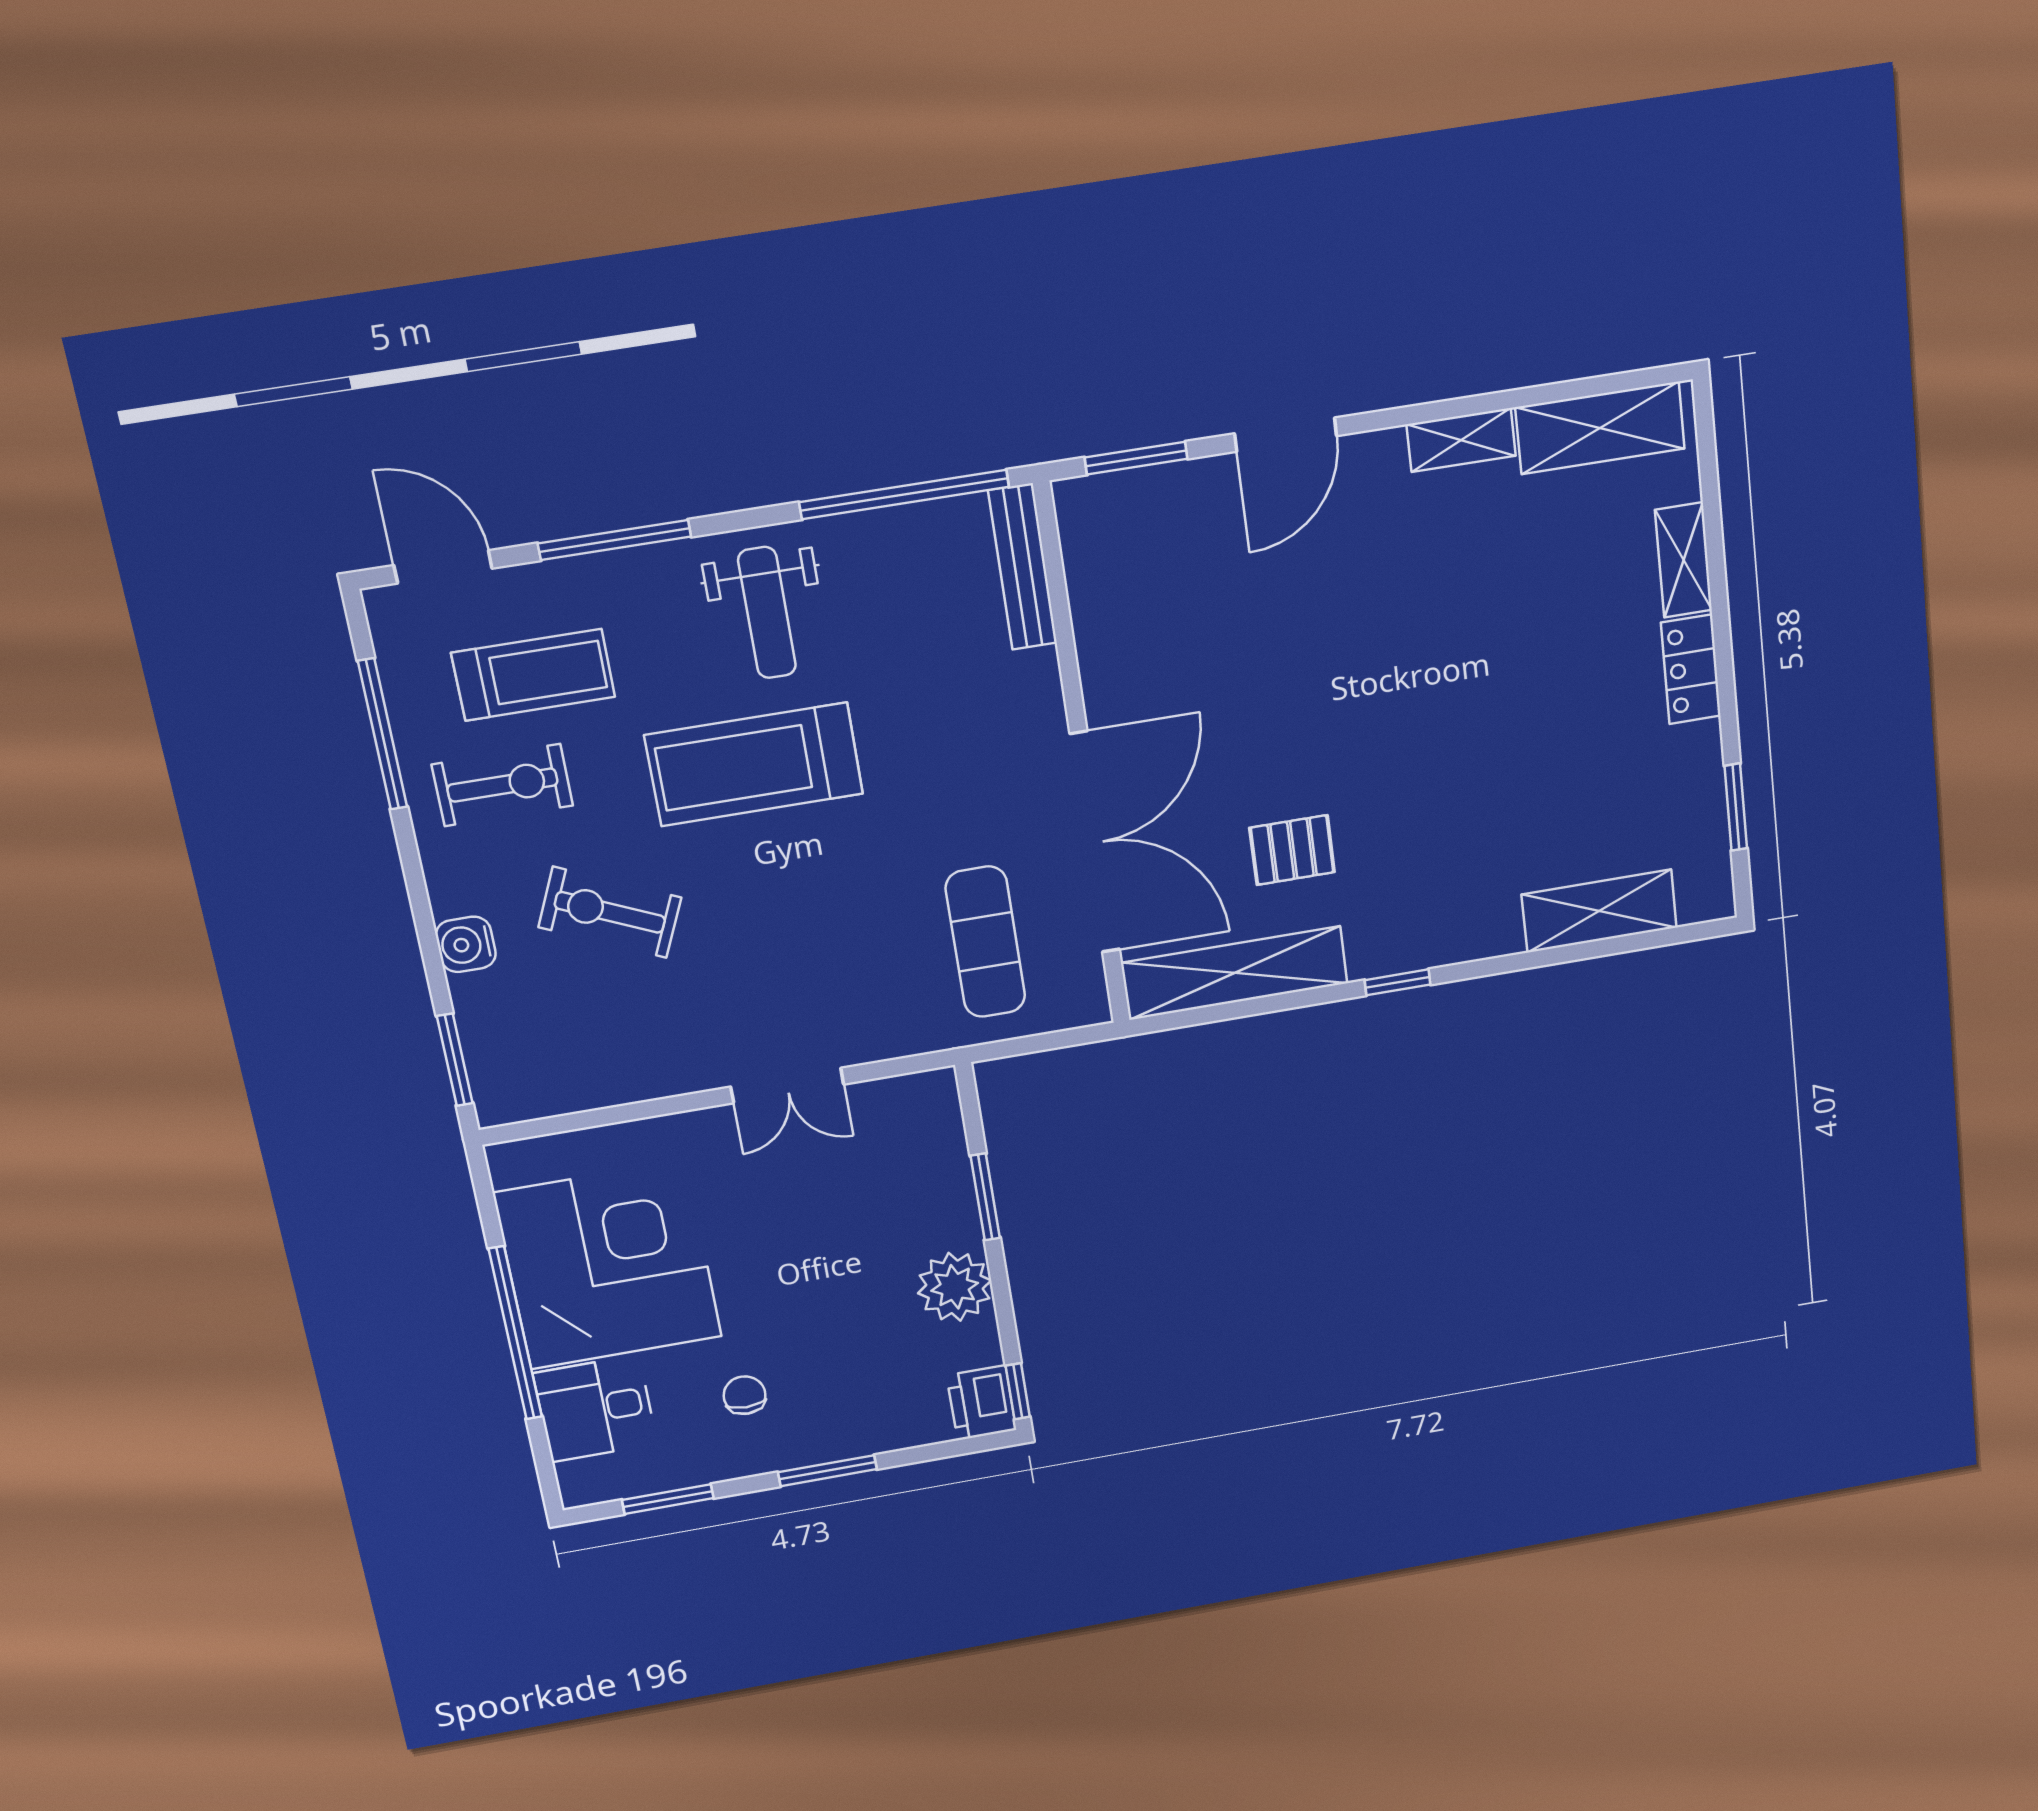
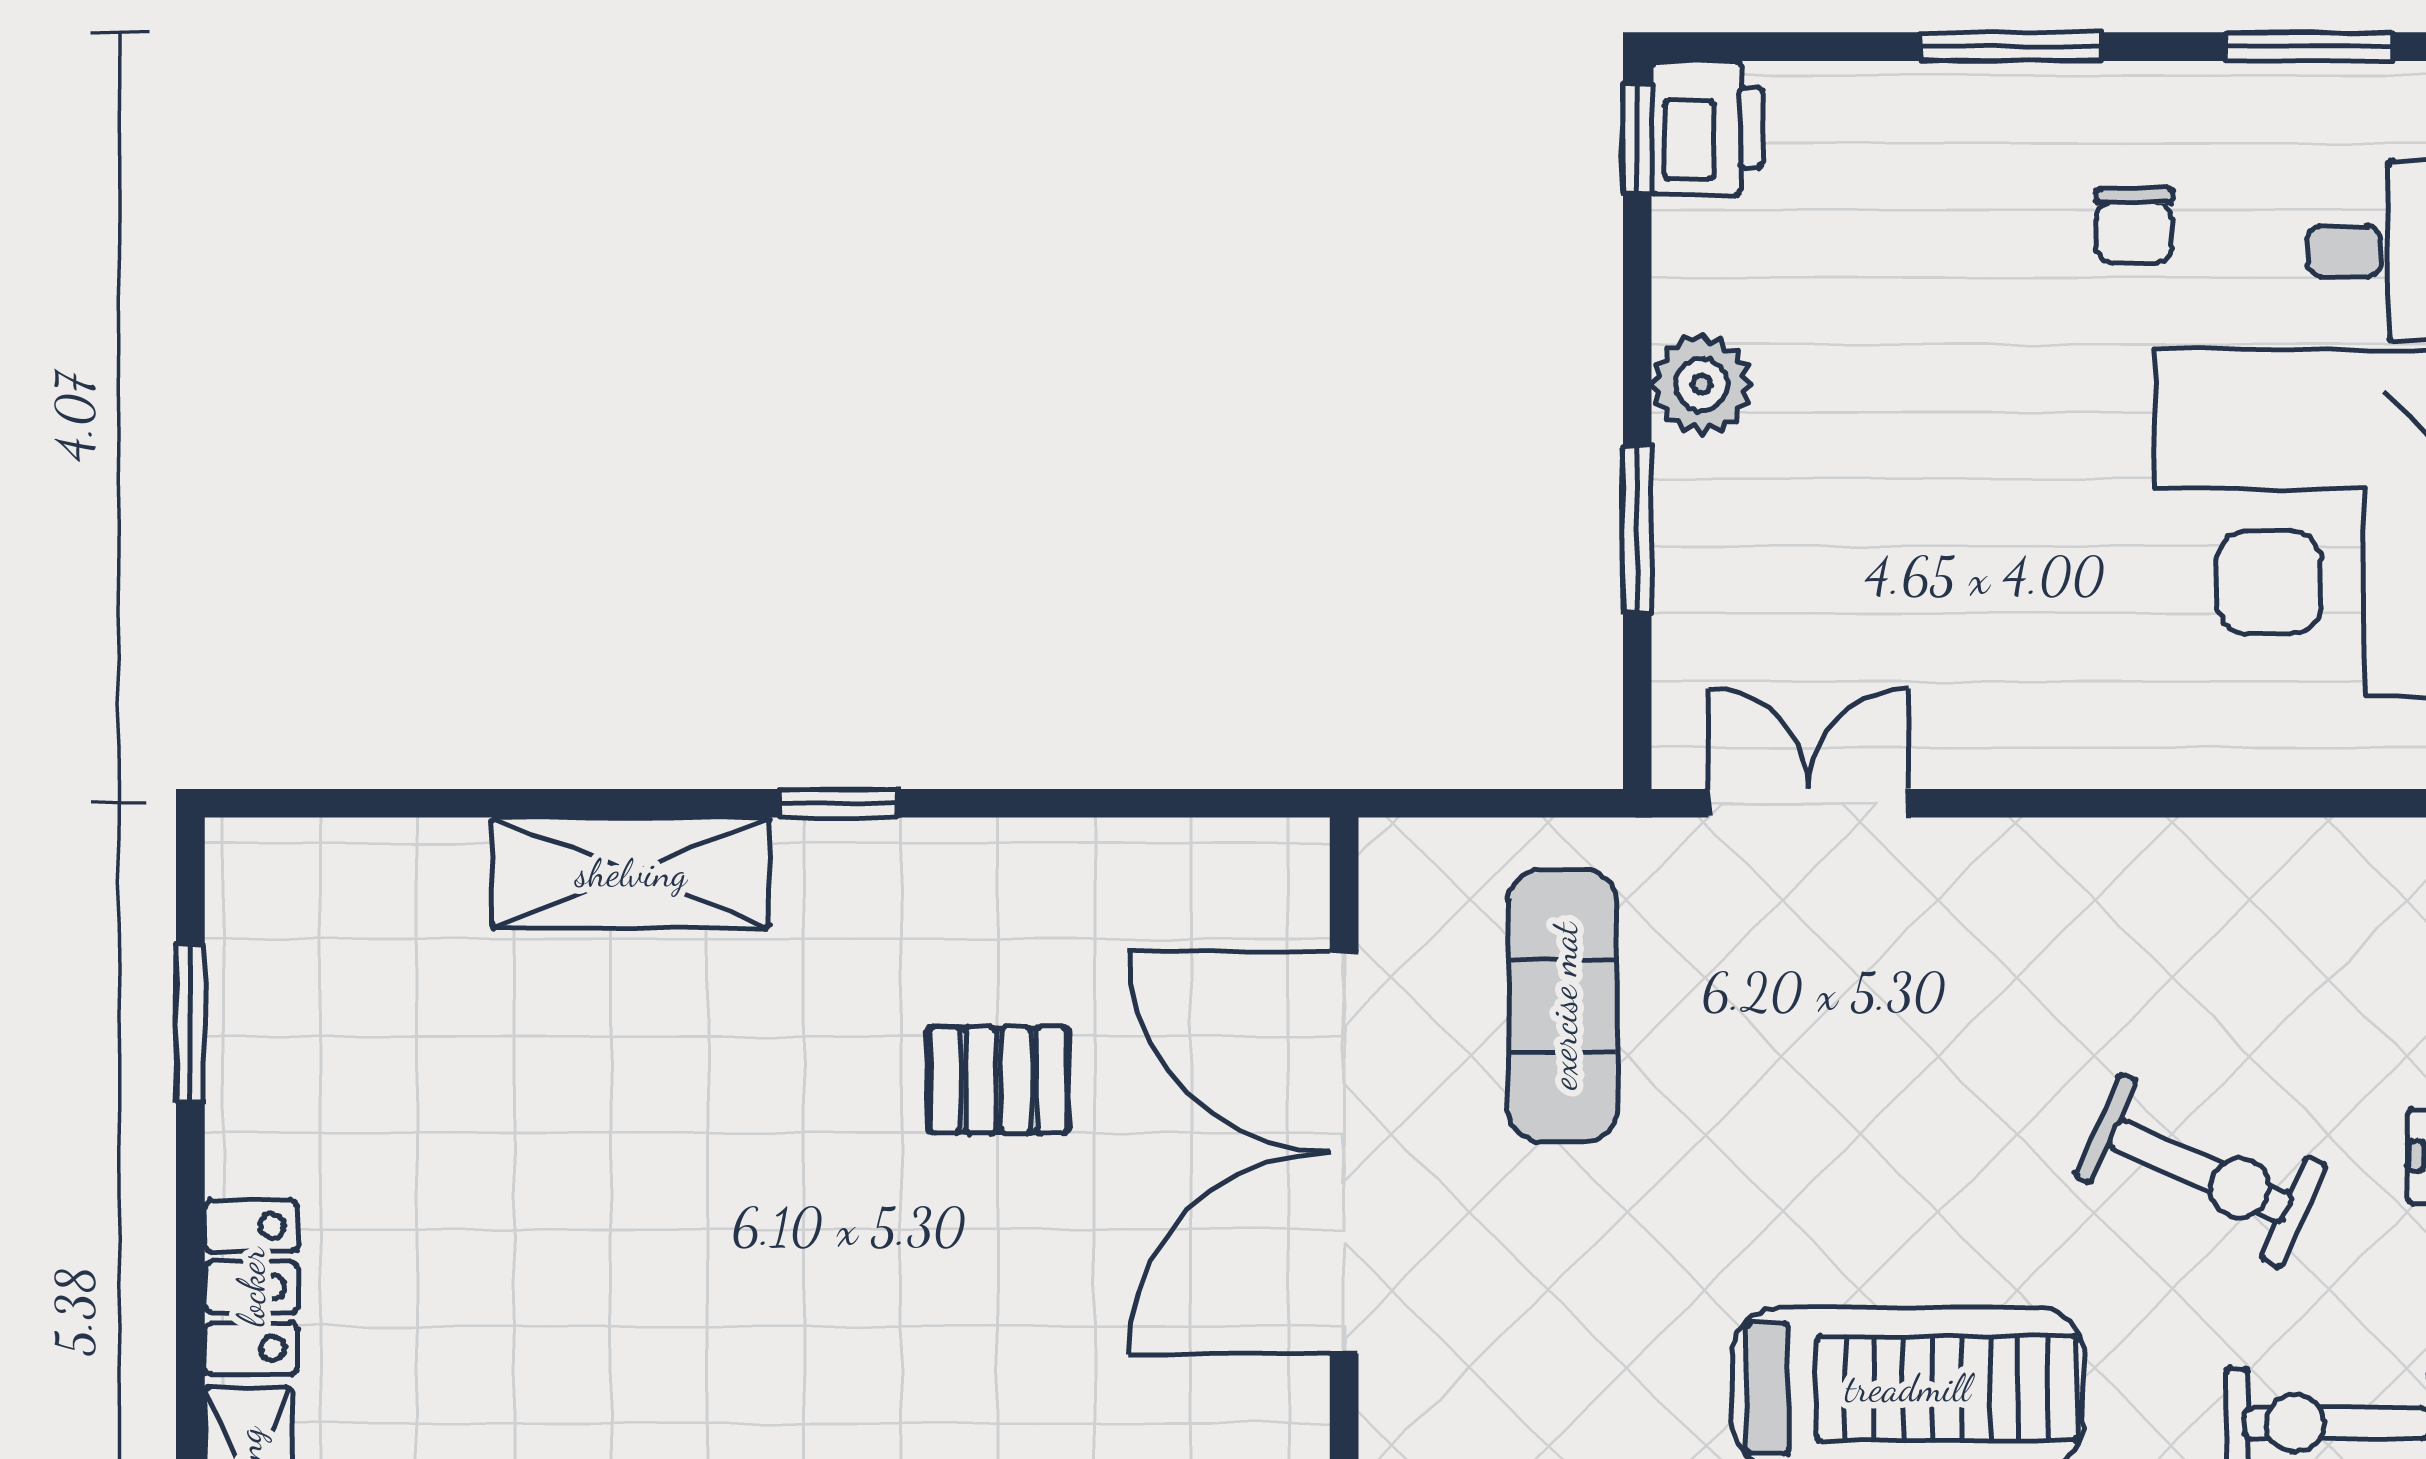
shelving: (1599, 911) -> (631, 873), moved
shelving: (1235, 973) -> (1130, 872), removed
double door: (787, 1086) -> (1808, 803), moved
plant: (955, 1287) -> (1702, 384), width x0.73, depth x0.73

